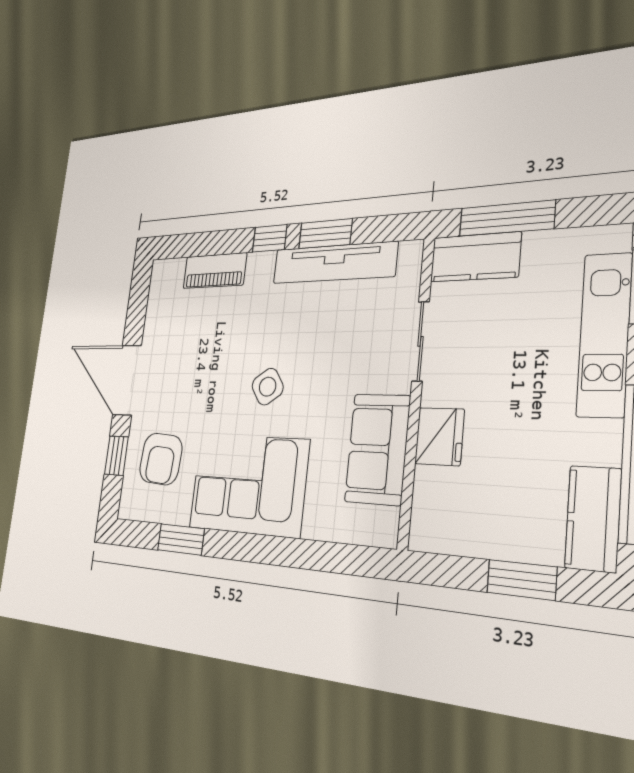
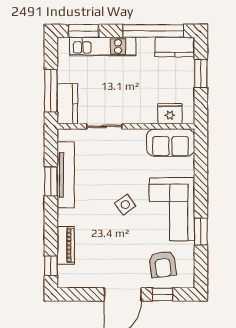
window: (270, 238) -> (51, 266), moved
fridge: (439, 437) -> (170, 114), moved
sofa: (377, 449) -> (171, 143), moved
armchair: (161, 459) -> (163, 264), turned 79
window: (181, 539) -> (201, 231), moved

